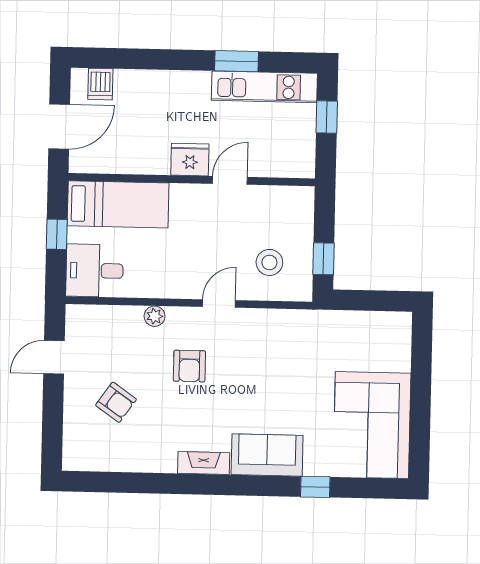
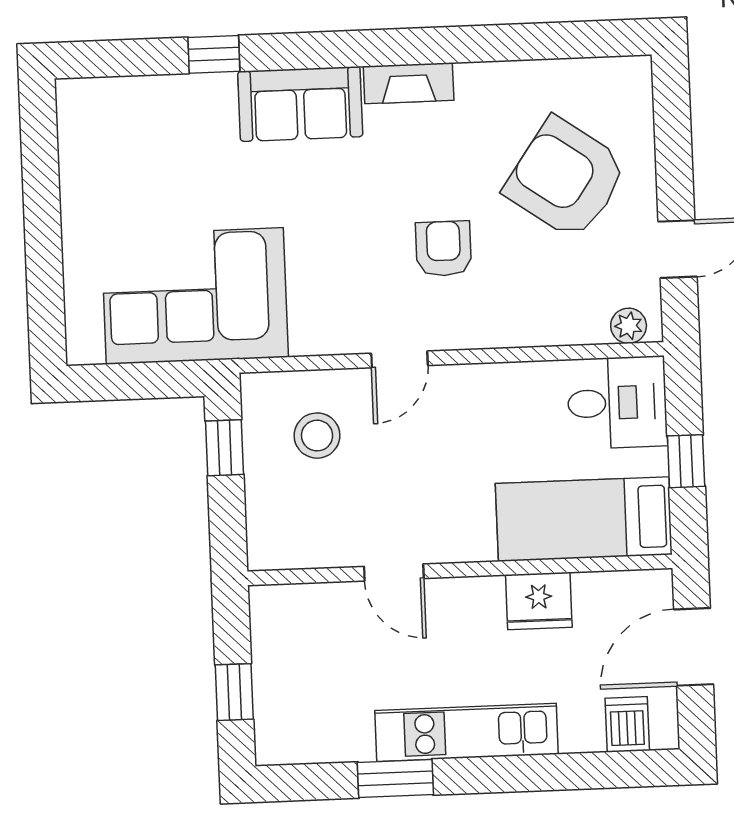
kitchen unit: (264, 87) -> (466, 732), moved
fridge: (190, 160) -> (539, 601), moved
door: (230, 180) -> (394, 572), hinge flipped
plant: (155, 316) -> (629, 326), moved
armchair: (116, 402) -> (566, 178), width x1.88, depth x1.88
corner sofa: (372, 425) -> (195, 296), moved, turned -90

